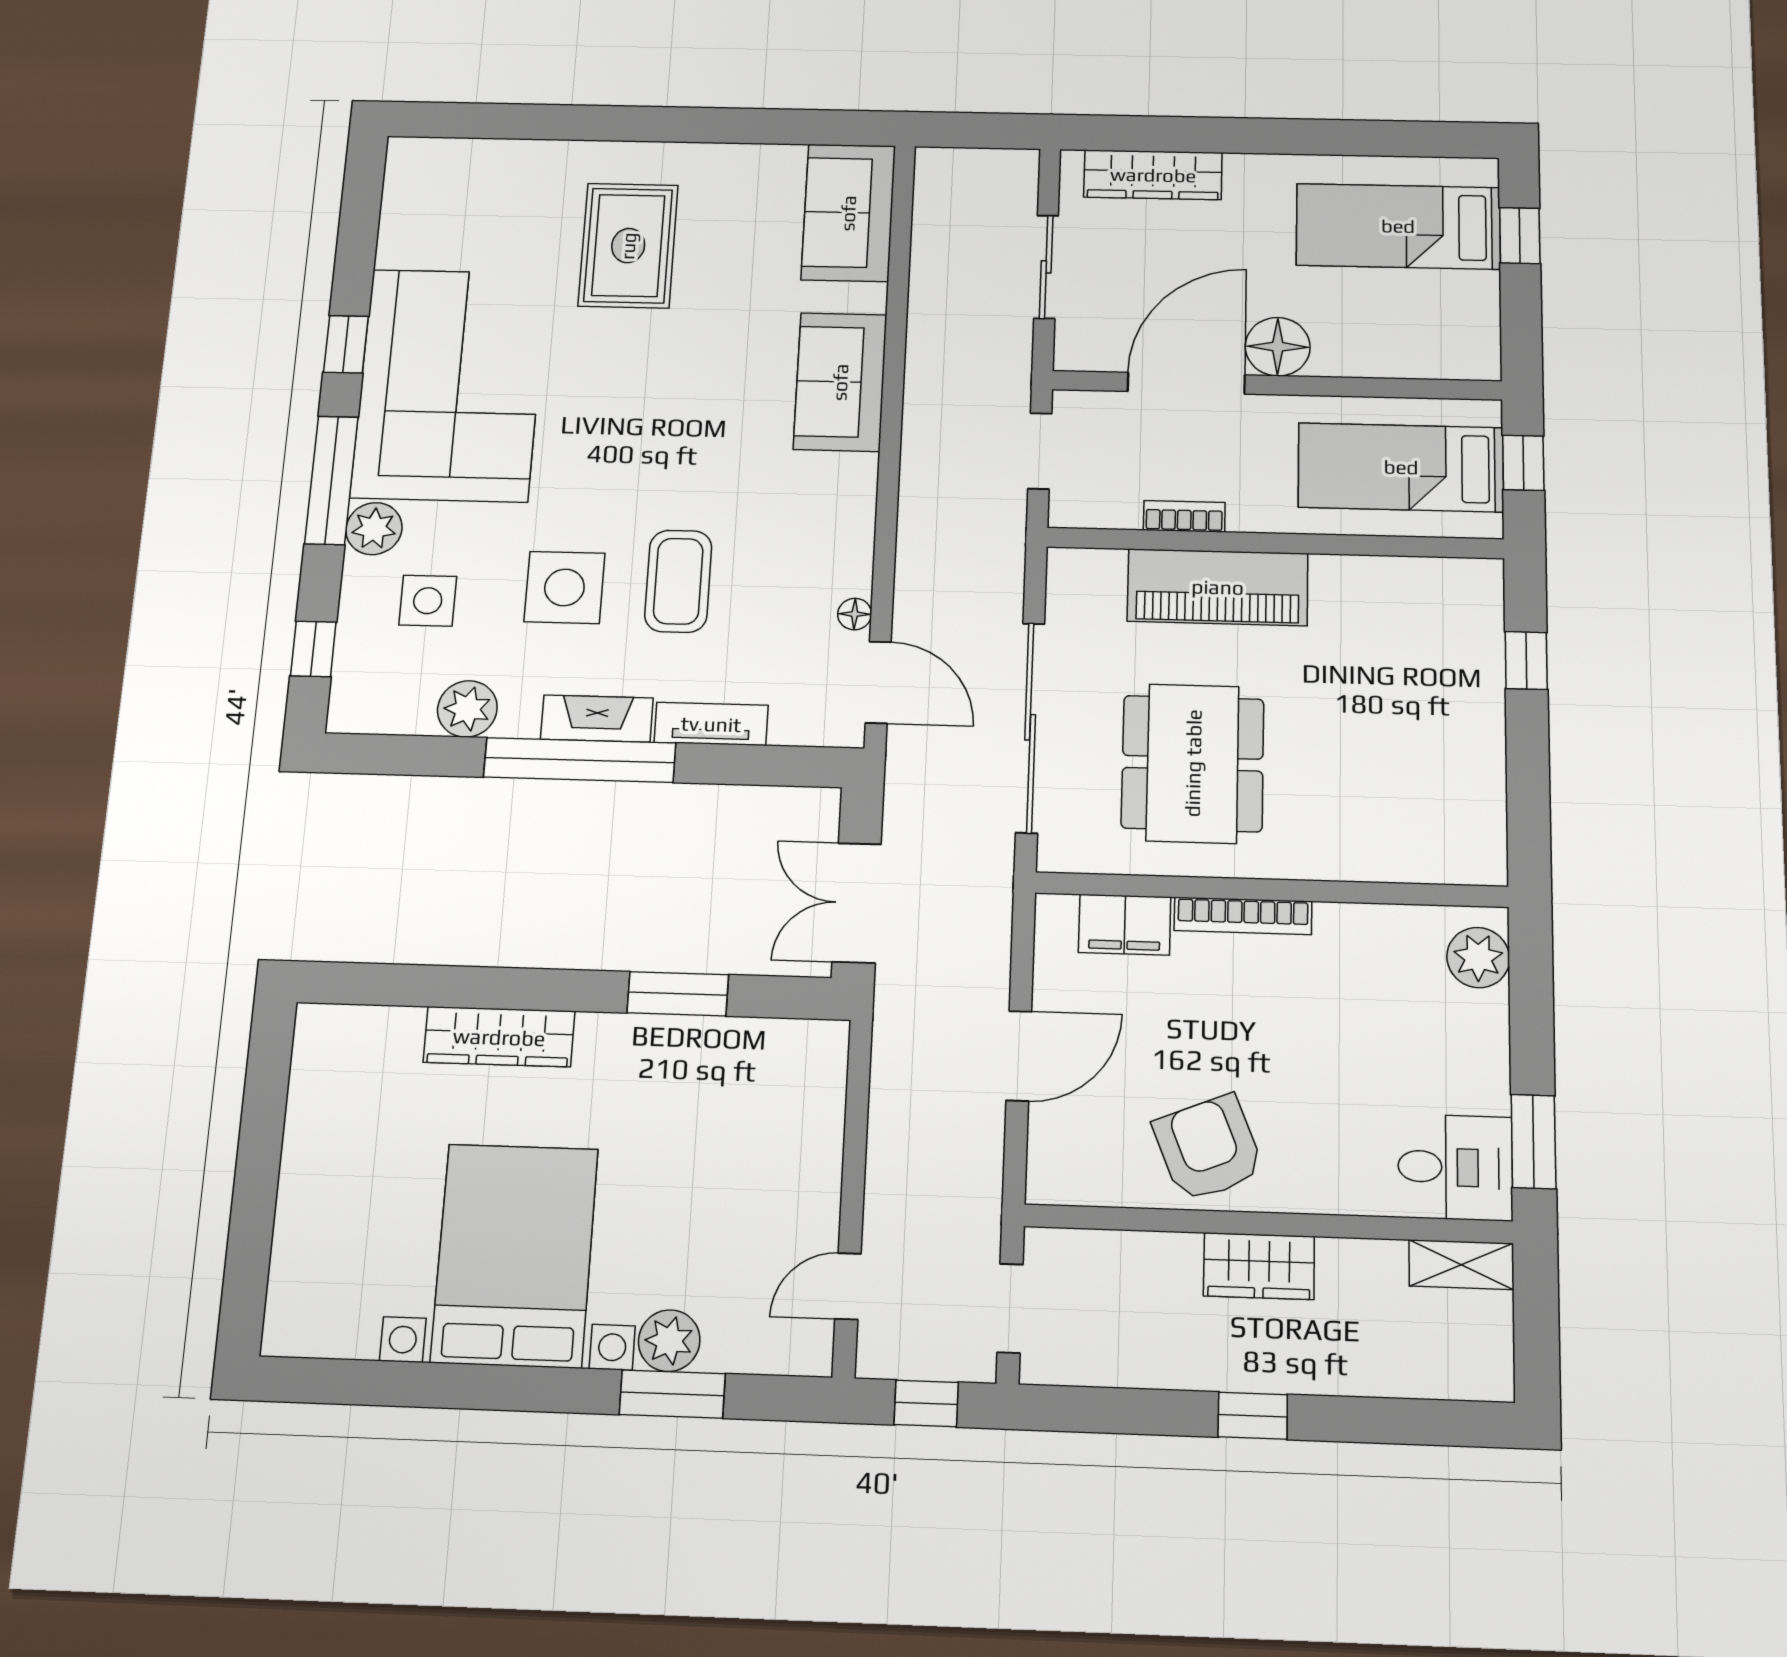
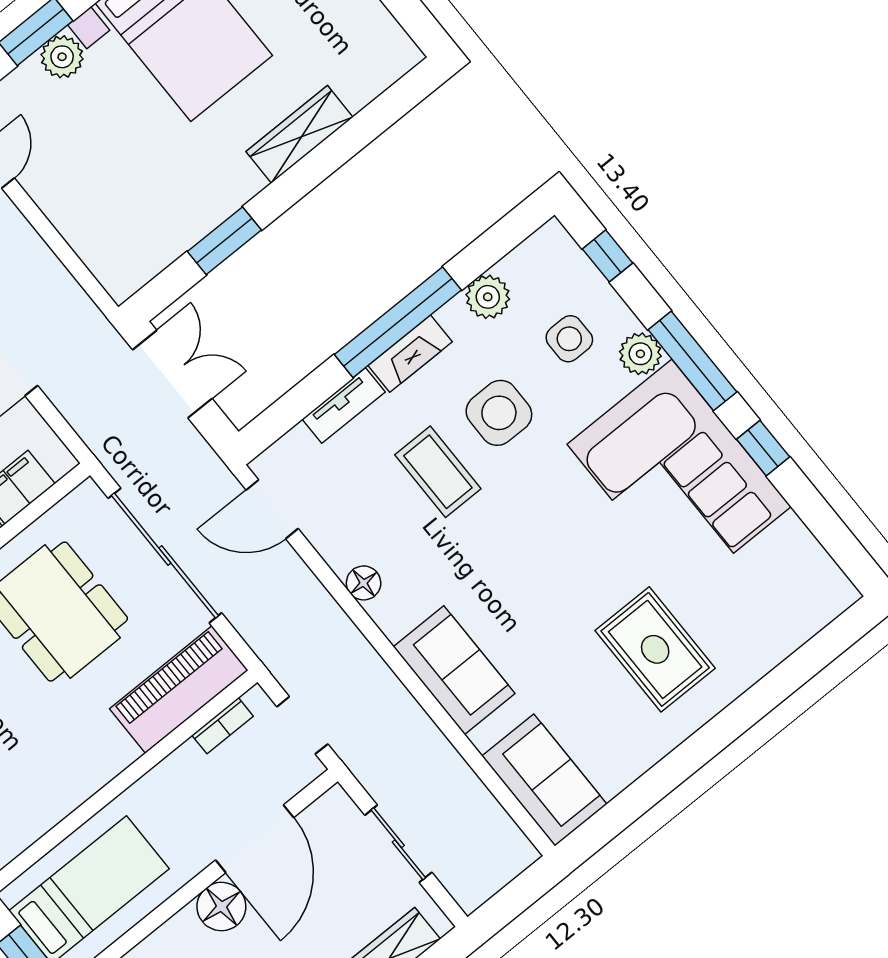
bookcase: (1184, 516) -> (223, 726), moved
piano: (1218, 587) -> (179, 690), moved
floor lamp: (855, 614) -> (364, 583), moved, width x1.37, depth x1.37

